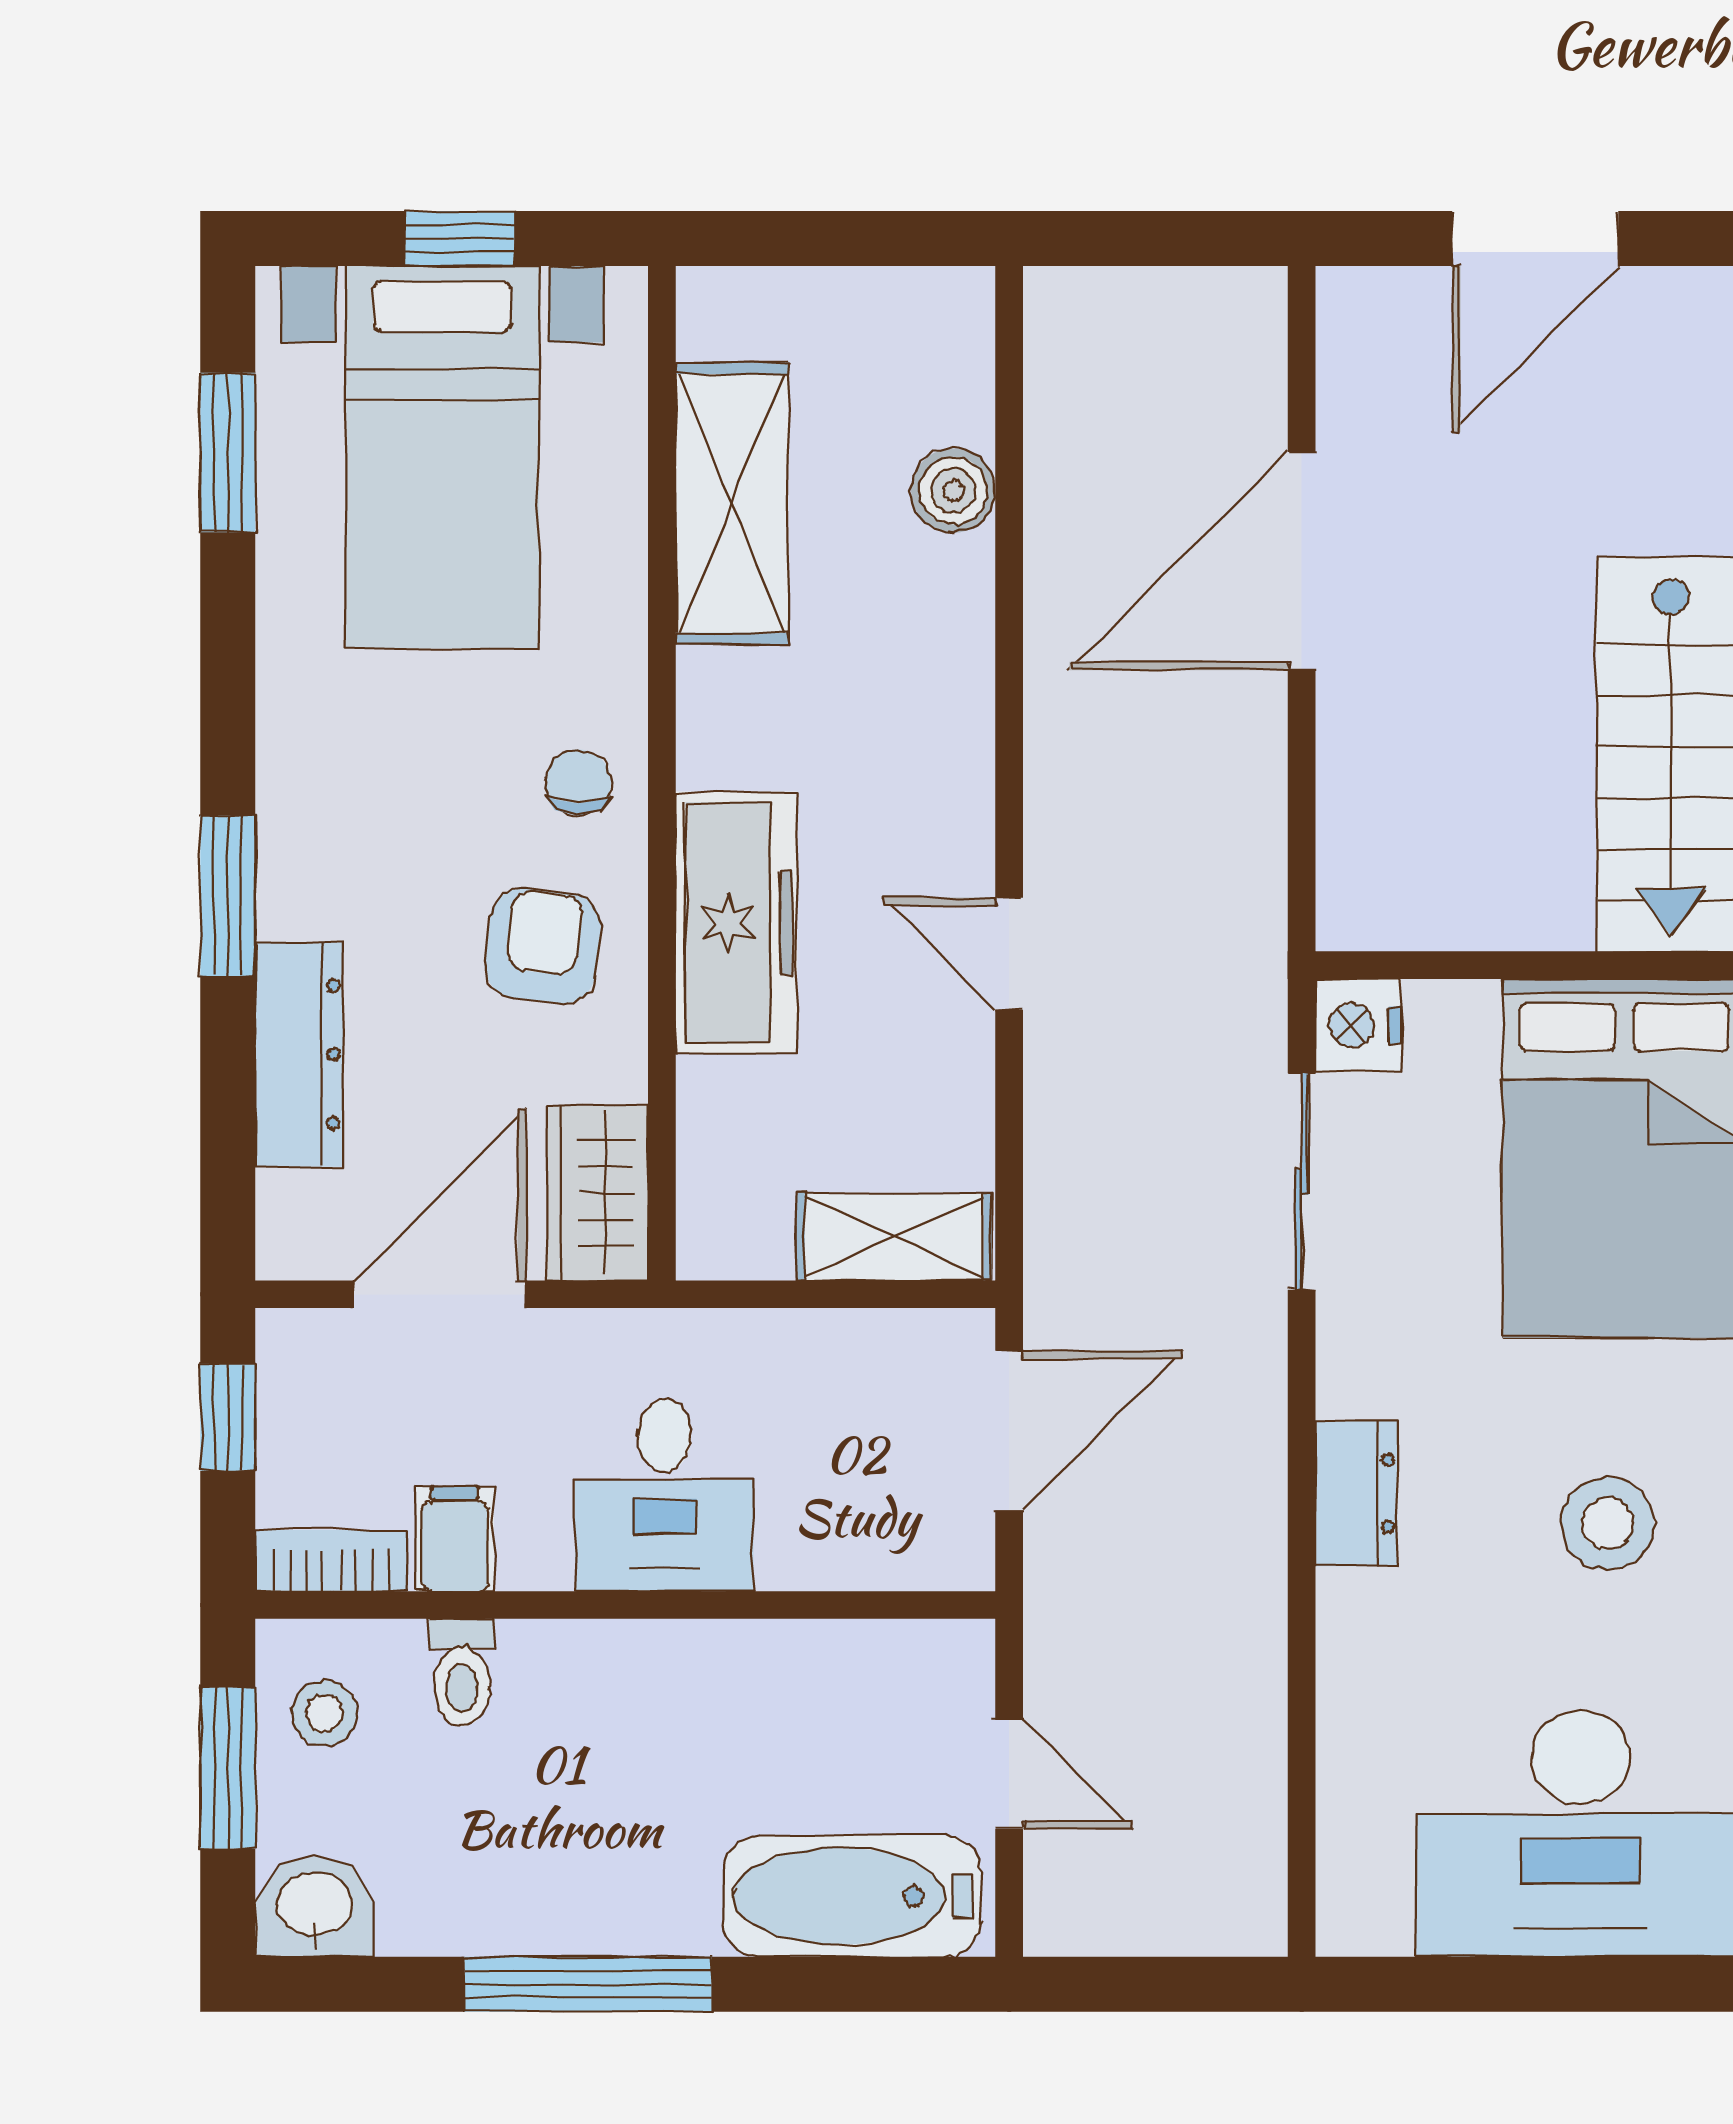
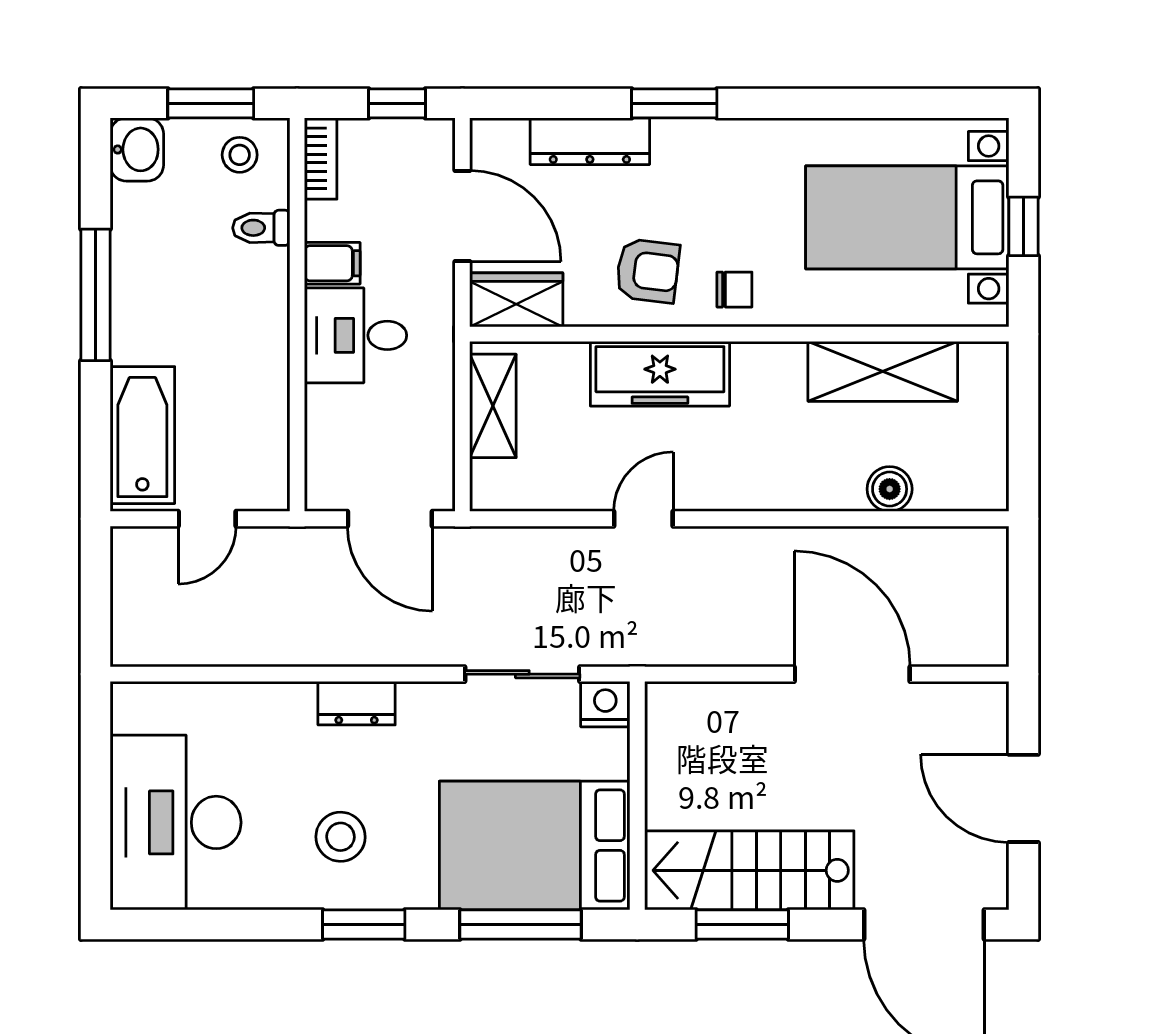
window: (228, 453) -> (910, 103), removed
shelving: (894, 1237) -> (493, 406), moved
filing cabinet: (455, 1539) -> (332, 263), moved

